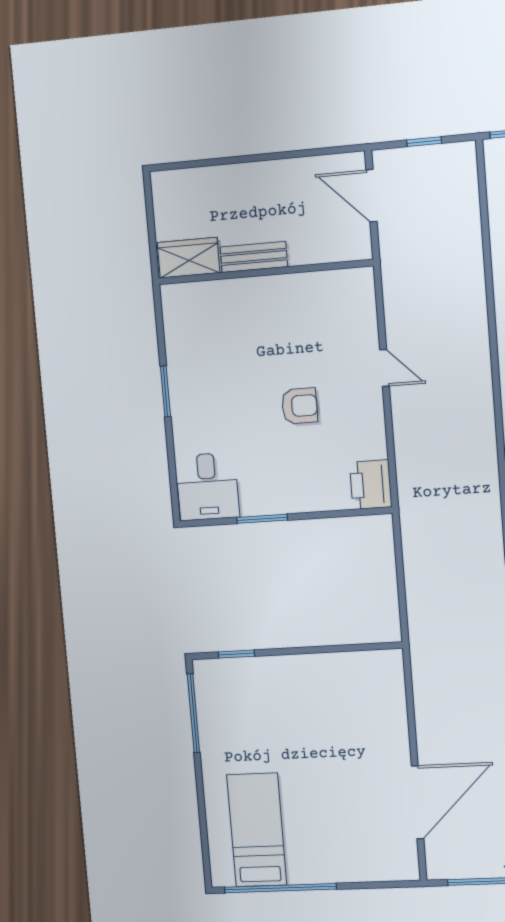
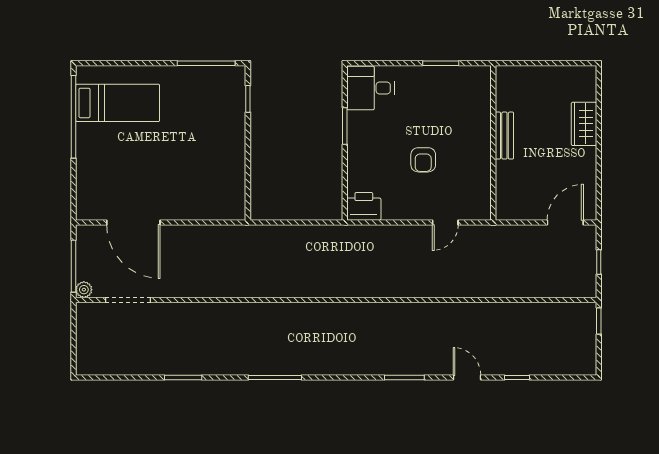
bench: (254, 257) -> (504, 136), moved
wardrobe: (189, 258) -> (584, 124), moved, turned 180
wall: (265, 272) -> (493, 143), moved

